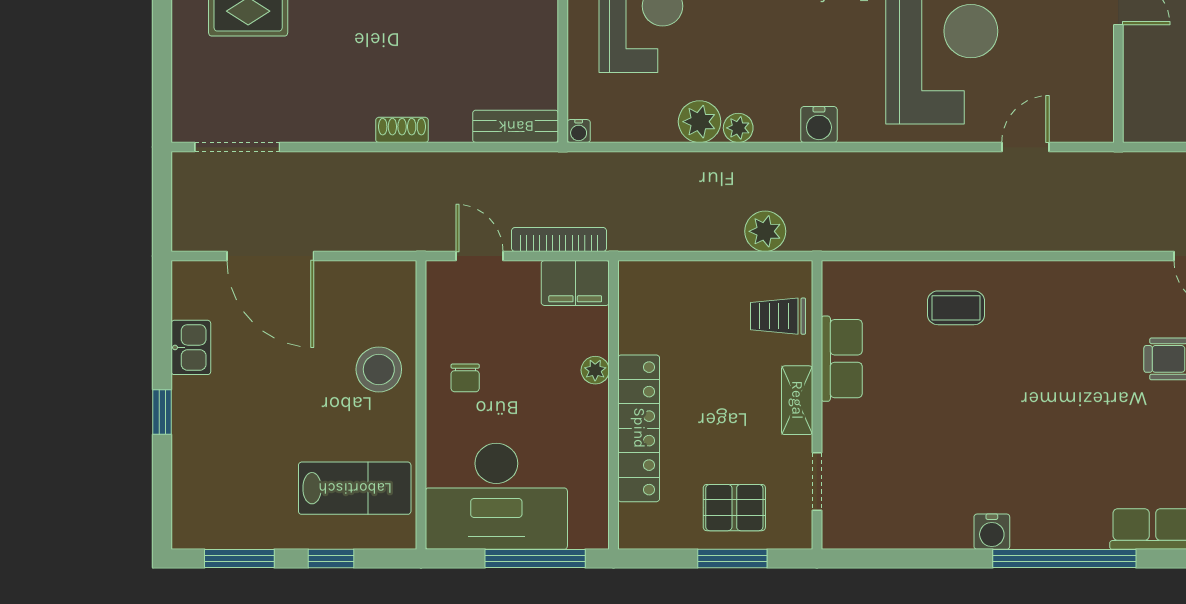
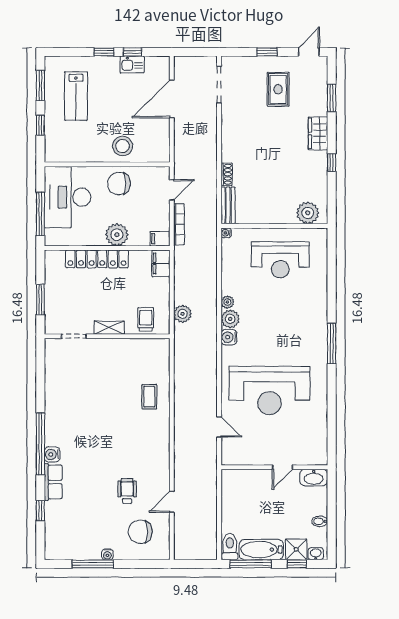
window: (162, 37) -> (267, 52), added
plant: (700, 122) -> (230, 319), moved
shoe rack: (402, 130) -> (227, 174), moved
filing cabinet: (649, 281) -> (161, 263), added
filing cabinet: (575, 283) -> (160, 239), width x0.50
window: (162, 347) -> (132, 52), added
row of seats: (842, 359) -> (127, 347), removed
plant: (595, 370) -> (117, 235), width x1.88, depth x1.88
chair: (465, 378) -> (119, 184), width x1.87, depth x1.87
lab bench: (355, 488) -> (76, 96), moved
pallet: (734, 508) -> (63, 300), removed
water cooler: (992, 532) -> (52, 454), moved

